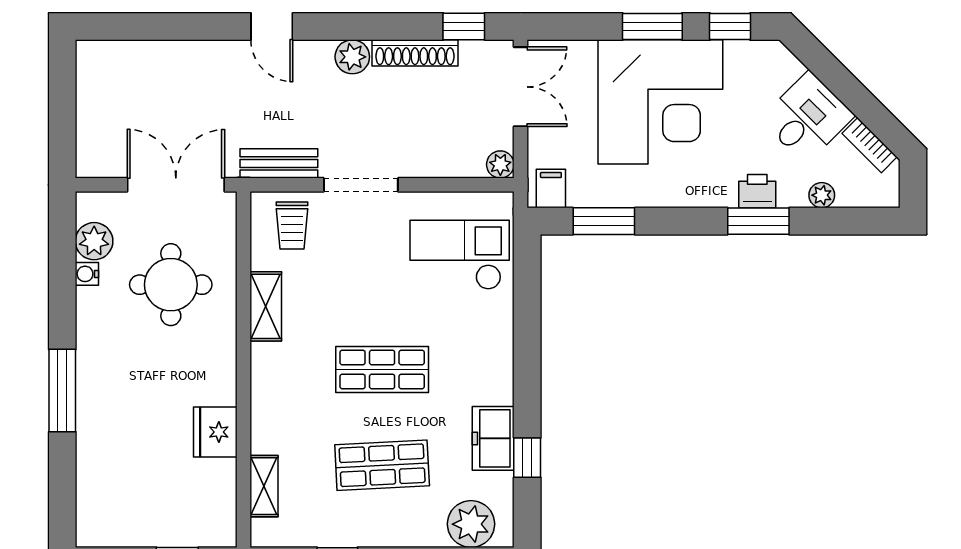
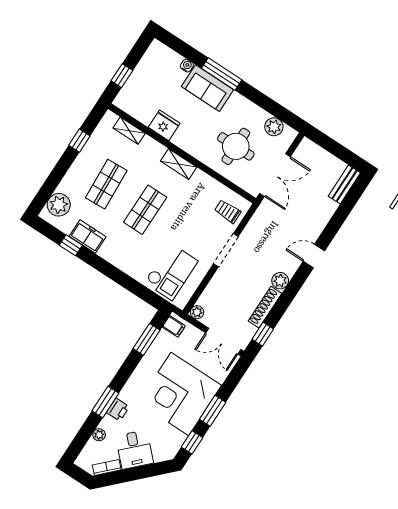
bench: (279, 163) -> (344, 185), moved
water cooler: (87, 274) -> (187, 66), moved
shelving: (266, 306) -> (179, 164), moved
sofa: (102, 399) -> (207, 88), added

